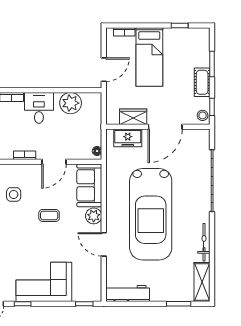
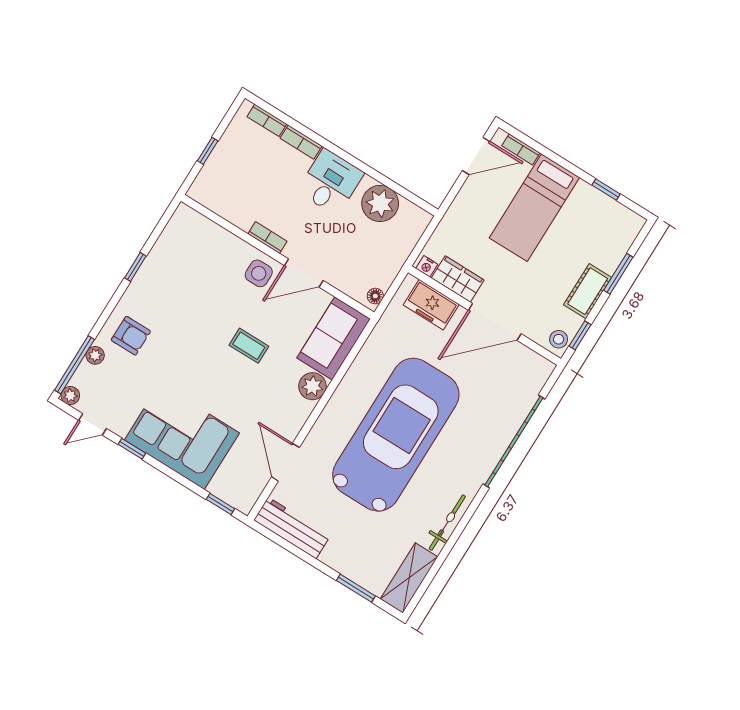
door: (104, 70) -> (476, 156), moved
nightstand: (114, 120) -> (427, 266), added
side table: (14, 194) -> (259, 273), moved
car: (151, 214) -> (396, 435), turned 180
door: (104, 244) -> (285, 462), moved

